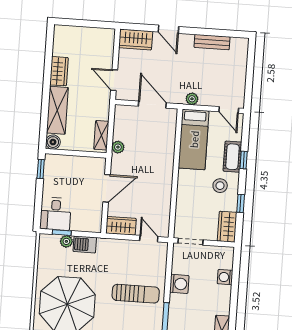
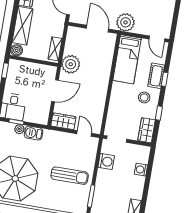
plant: (192, 99) -> (126, 22), width x1.88, depth x1.88
plant: (118, 147) -> (71, 64), width x1.87, depth x1.87
washing machine: (179, 284) -> (106, 161), moved

